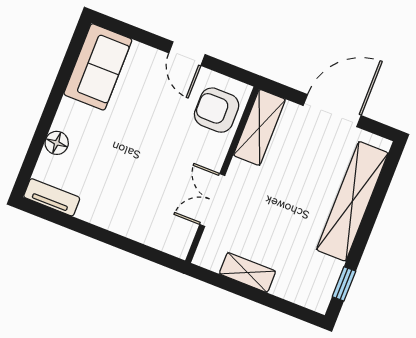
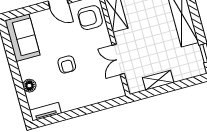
armchair: (133, 152) -> (67, 64), added

